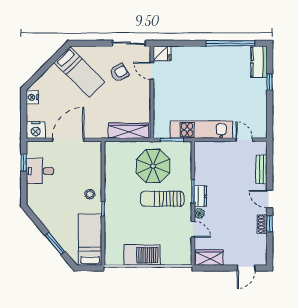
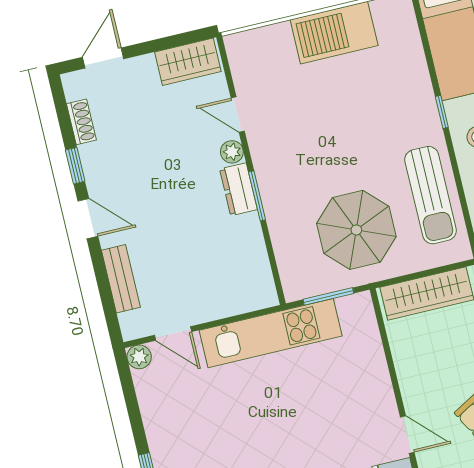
plant: (262, 133) -> (139, 357), added
sun lounger: (162, 199) -> (431, 195), moved, turned 90
shoe rack: (262, 224) -> (81, 122), moved

